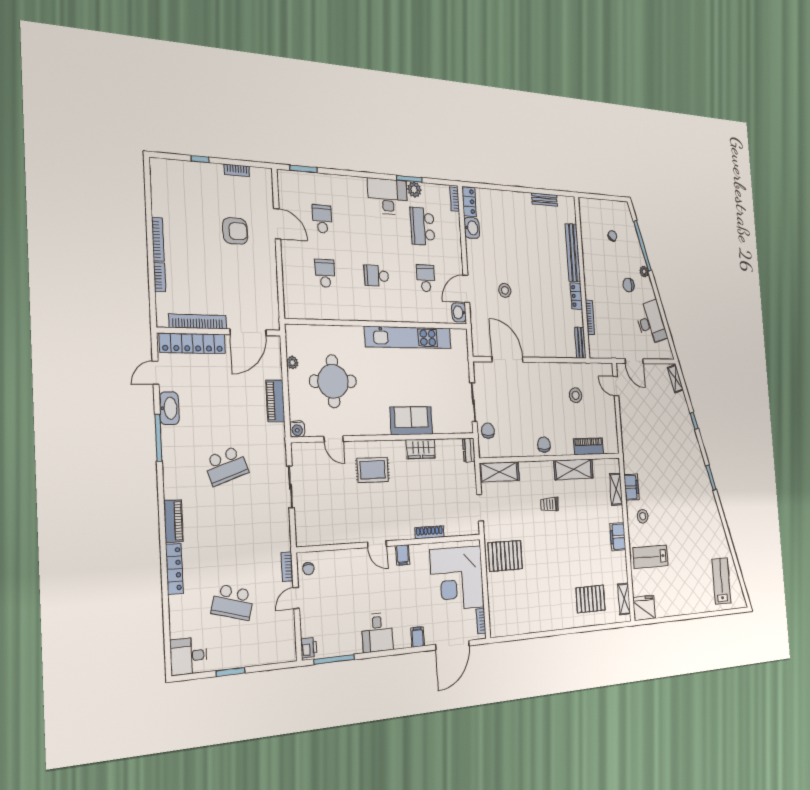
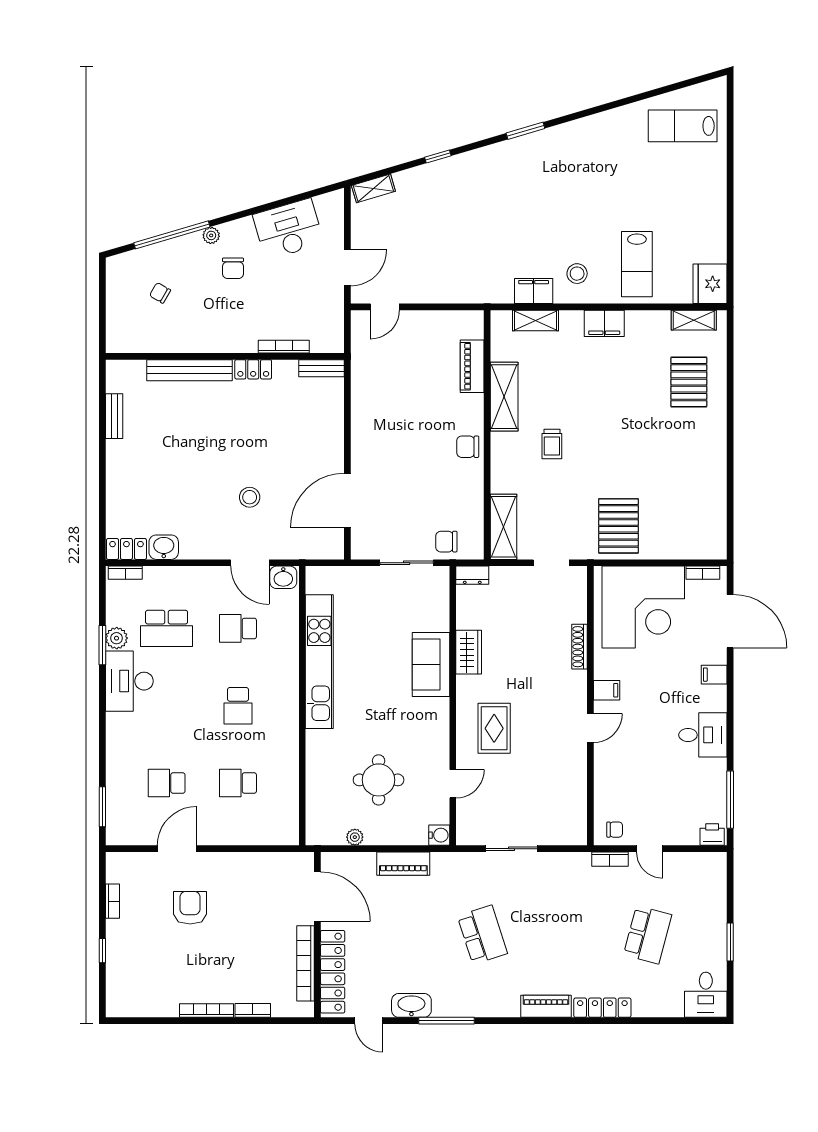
round table: (333, 381) -> (379, 780), width x0.73, depth x0.73
stool: (576, 395) -> (398, 384), removed

